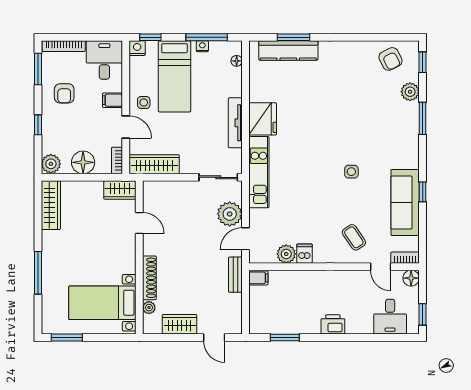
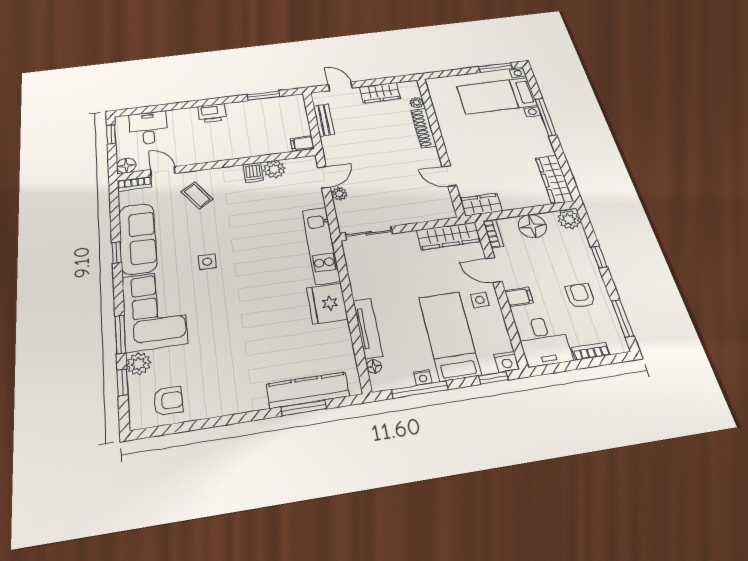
bookcase: (64, 46) -> (591, 351), width x0.64
armchair: (390, 59) -> (168, 401), turned 117
window: (423, 62) -> (122, 383), moved
tv unit: (235, 123) -> (368, 328), moved
corner sofa: (396, 135) -> (154, 310), added
plant: (230, 214) -> (339, 194), width x0.53, depth x0.53
bench: (235, 275) -> (324, 120), moved
bed with nightstands: (102, 303) -> (497, 96), moved, turned 180

